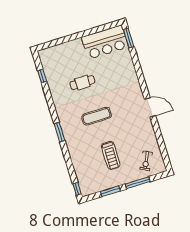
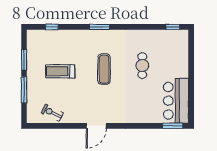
window: (42, 76) -> (173, 27), moved
exercise bike: (146, 161) -> (52, 113), moved
window: (77, 189) -> (52, 27), moved

